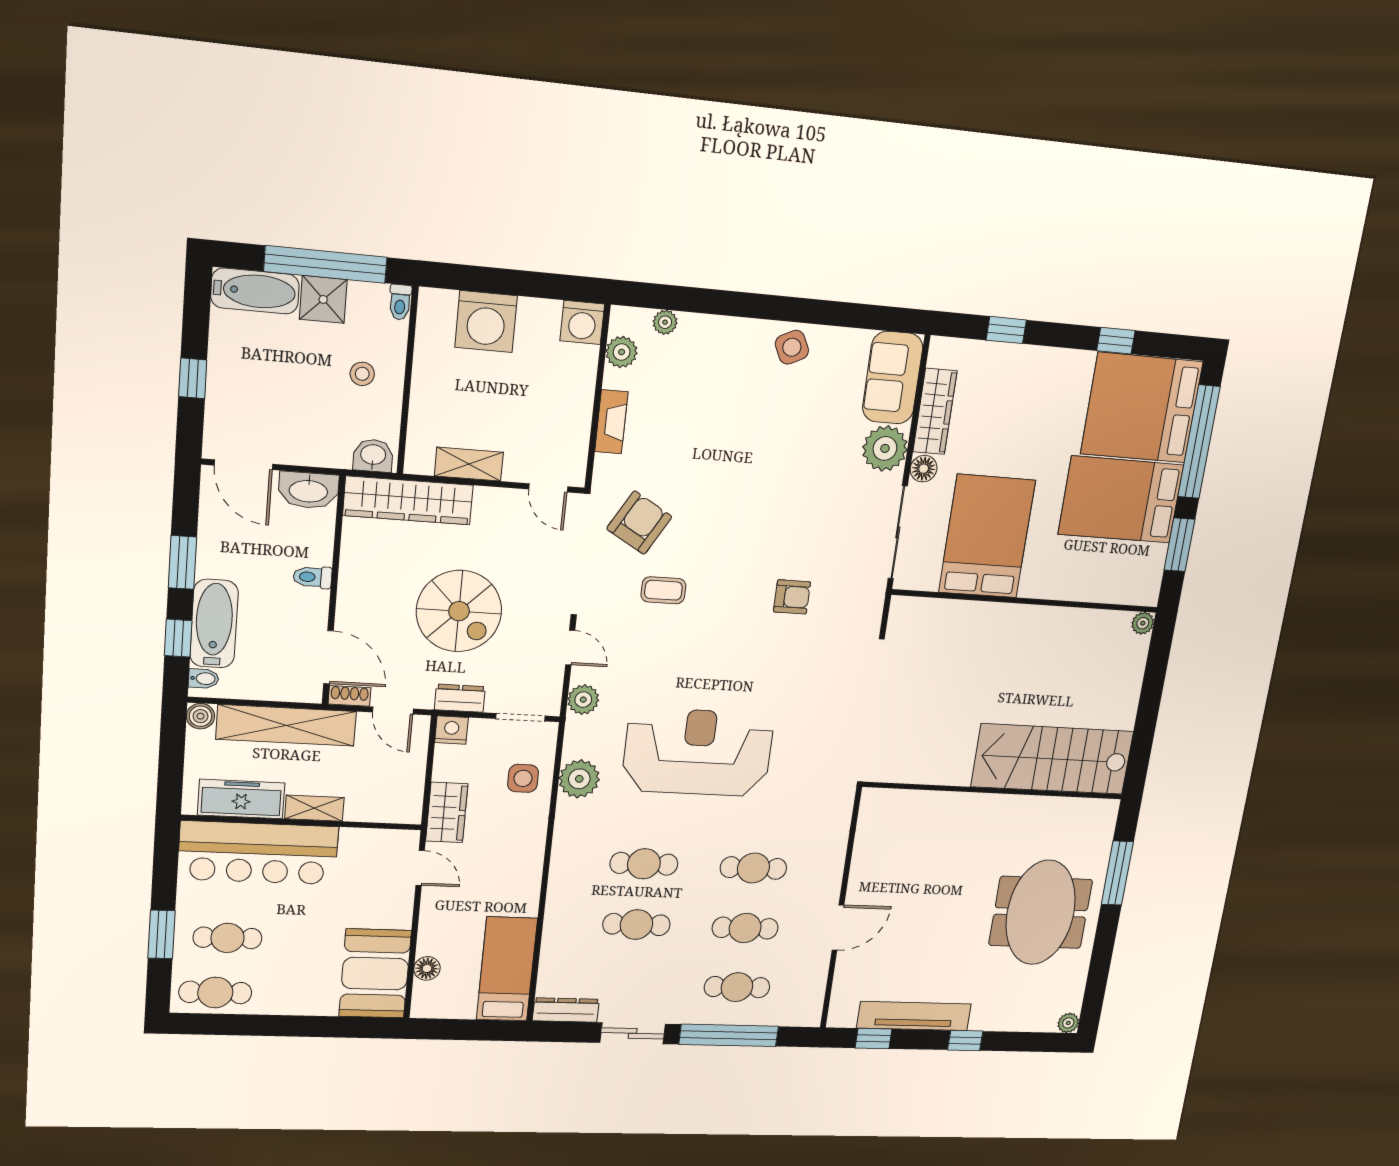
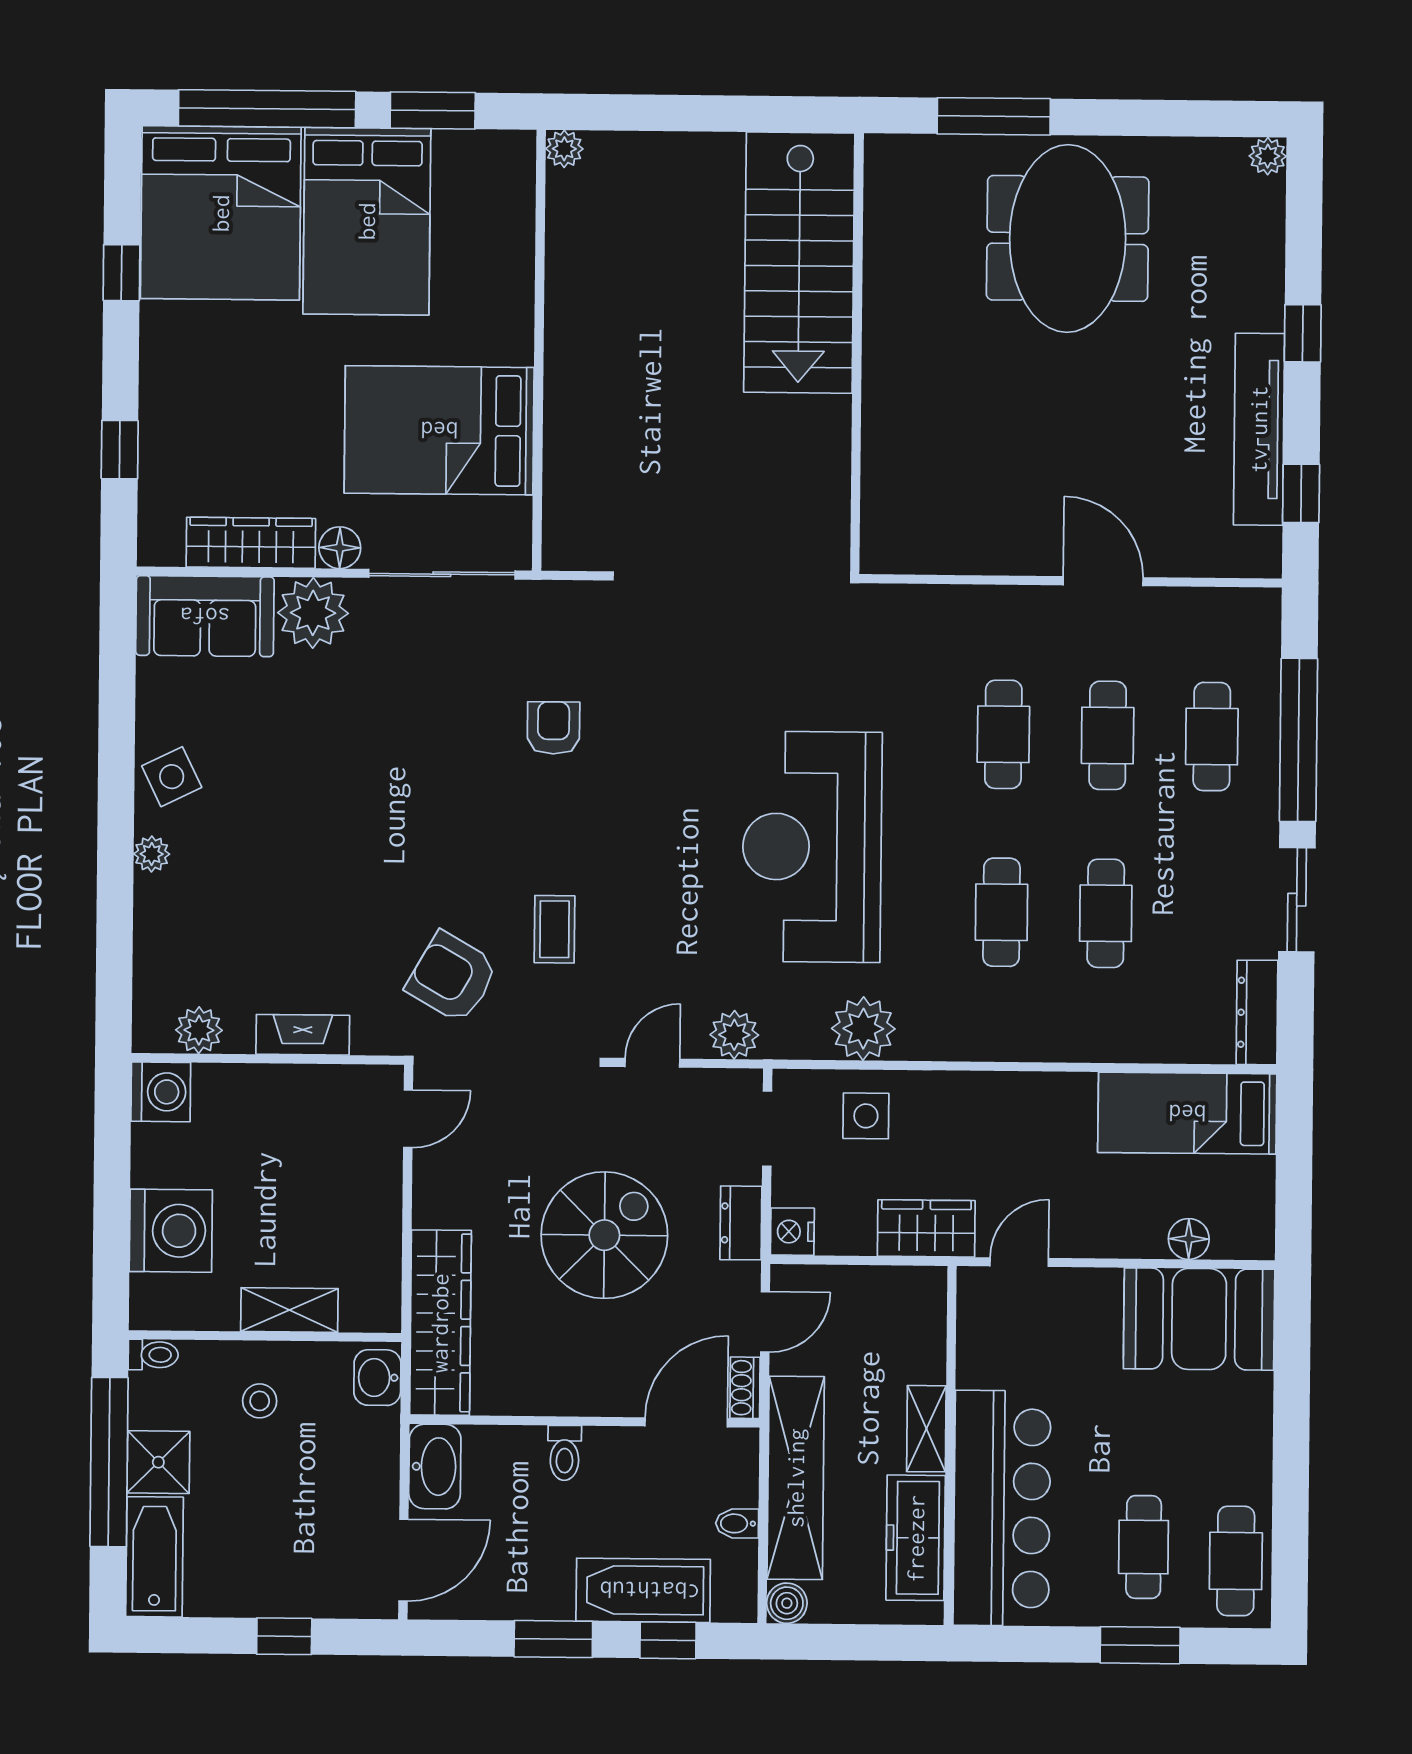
plant: (665, 322) -> (152, 854), moved
shelving: (469, 464) -> (289, 1310), moved, turned 90
bidet: (204, 679) -> (737, 1523), moved, turned -90
meeting table: (1041, 912) -> (1068, 238), turned 90

